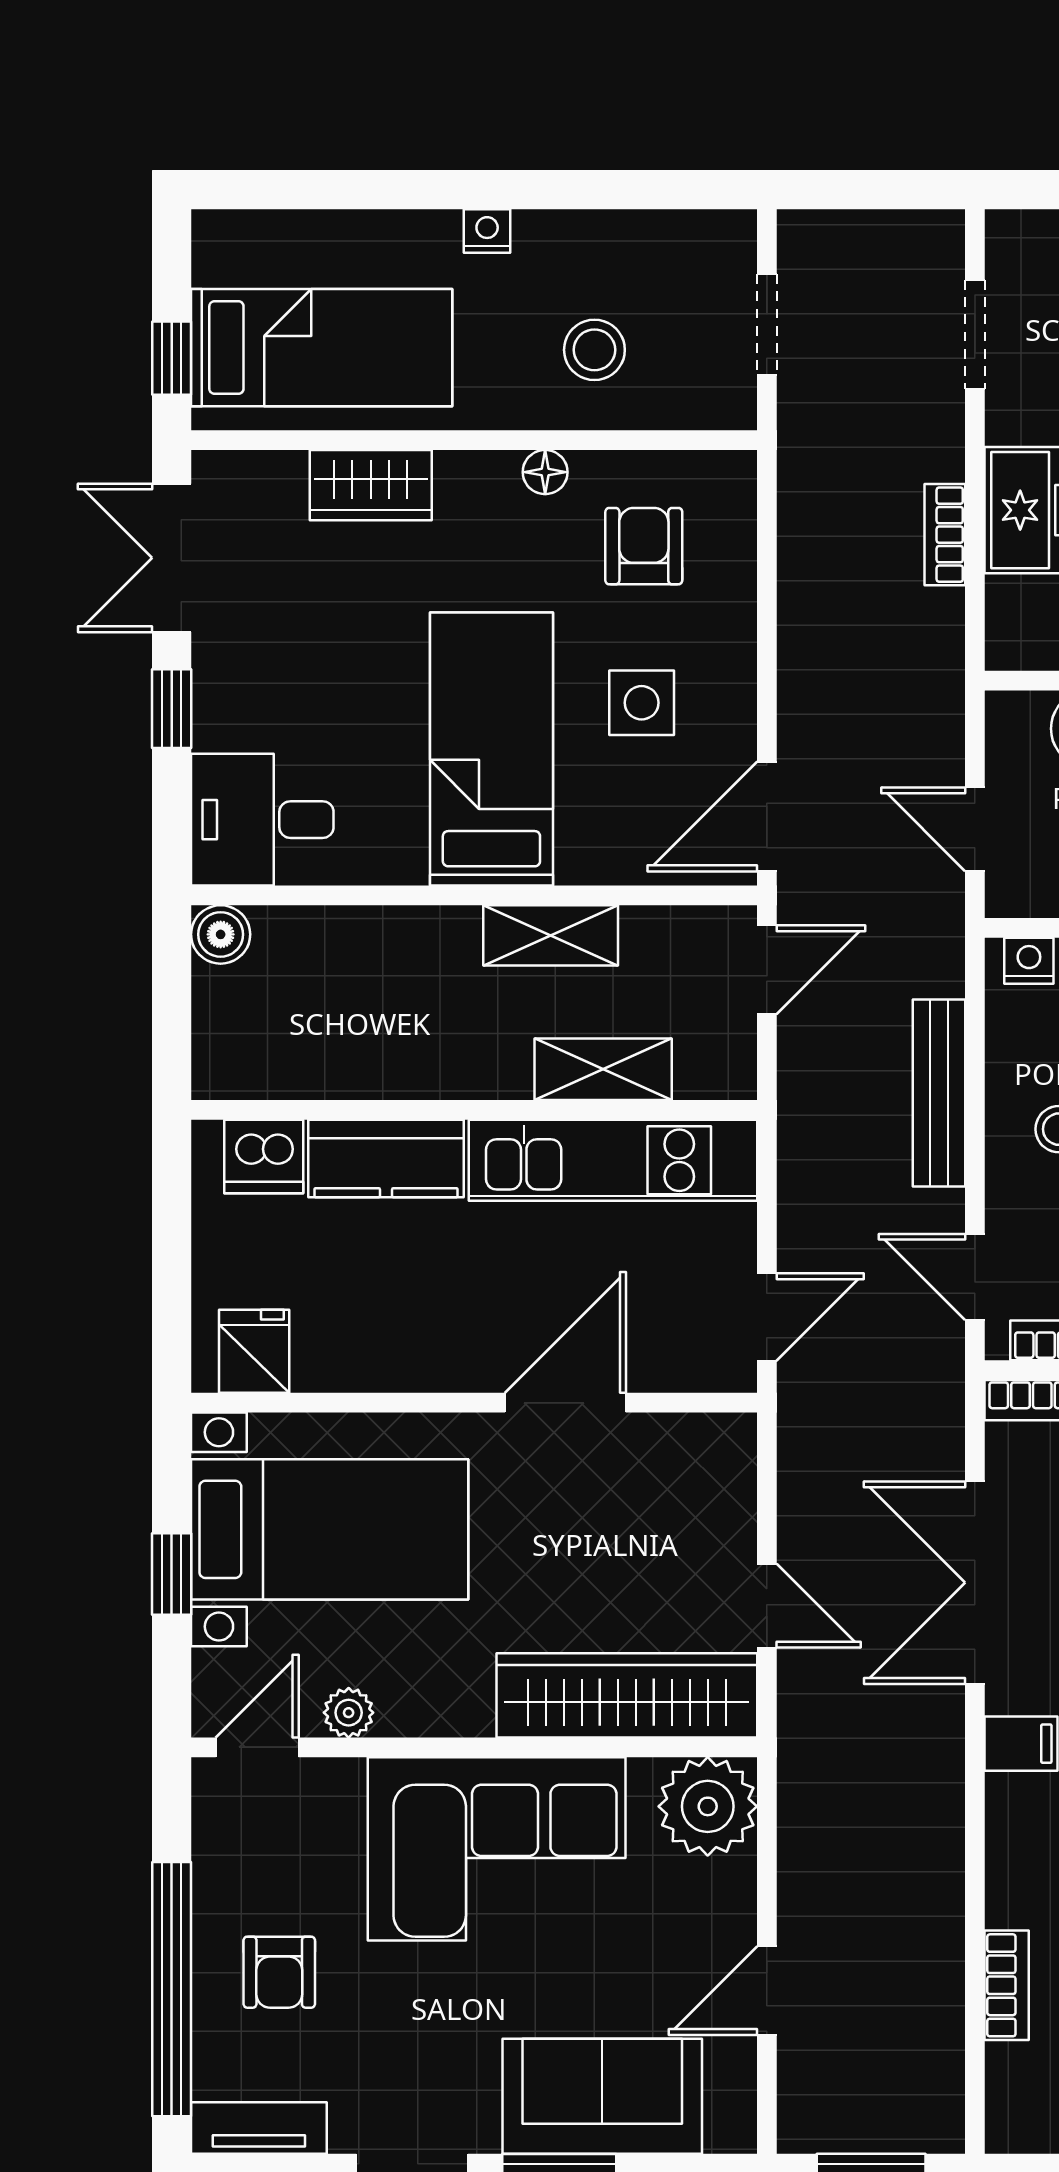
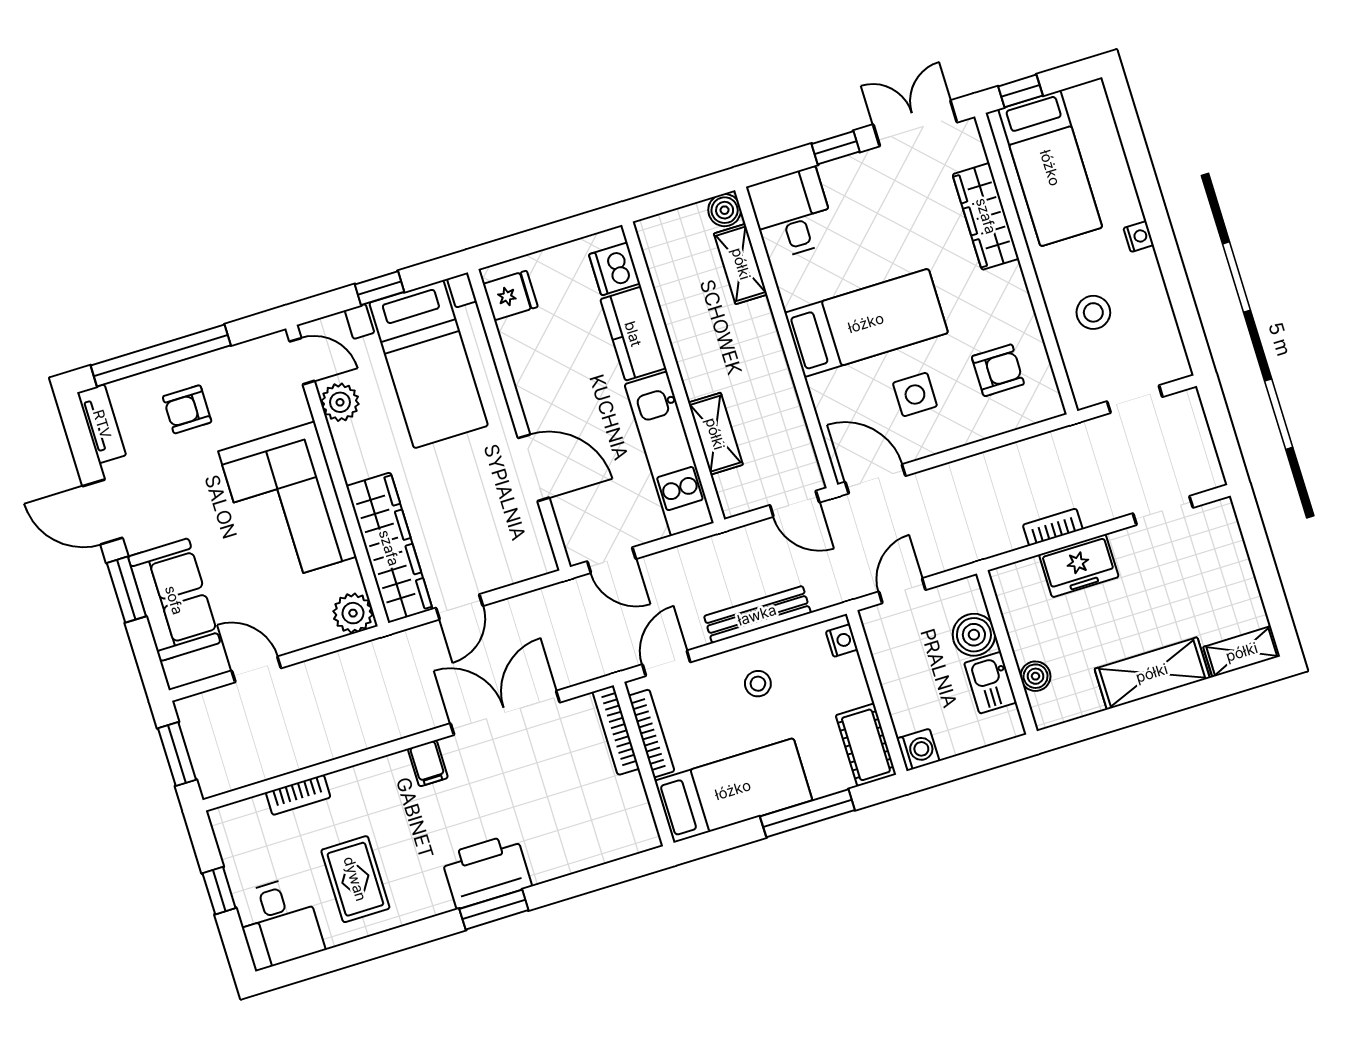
floor lamp: (545, 472) -> (1021, 306), removed
wardrobe: (371, 485) -> (986, 216), width x1.50
shelving: (551, 935) -> (741, 264), moved
plant: (349, 1713) -> (340, 402), width x1.38, depth x1.38
plant: (708, 1806) -> (353, 613), width x0.73, depth x0.73

